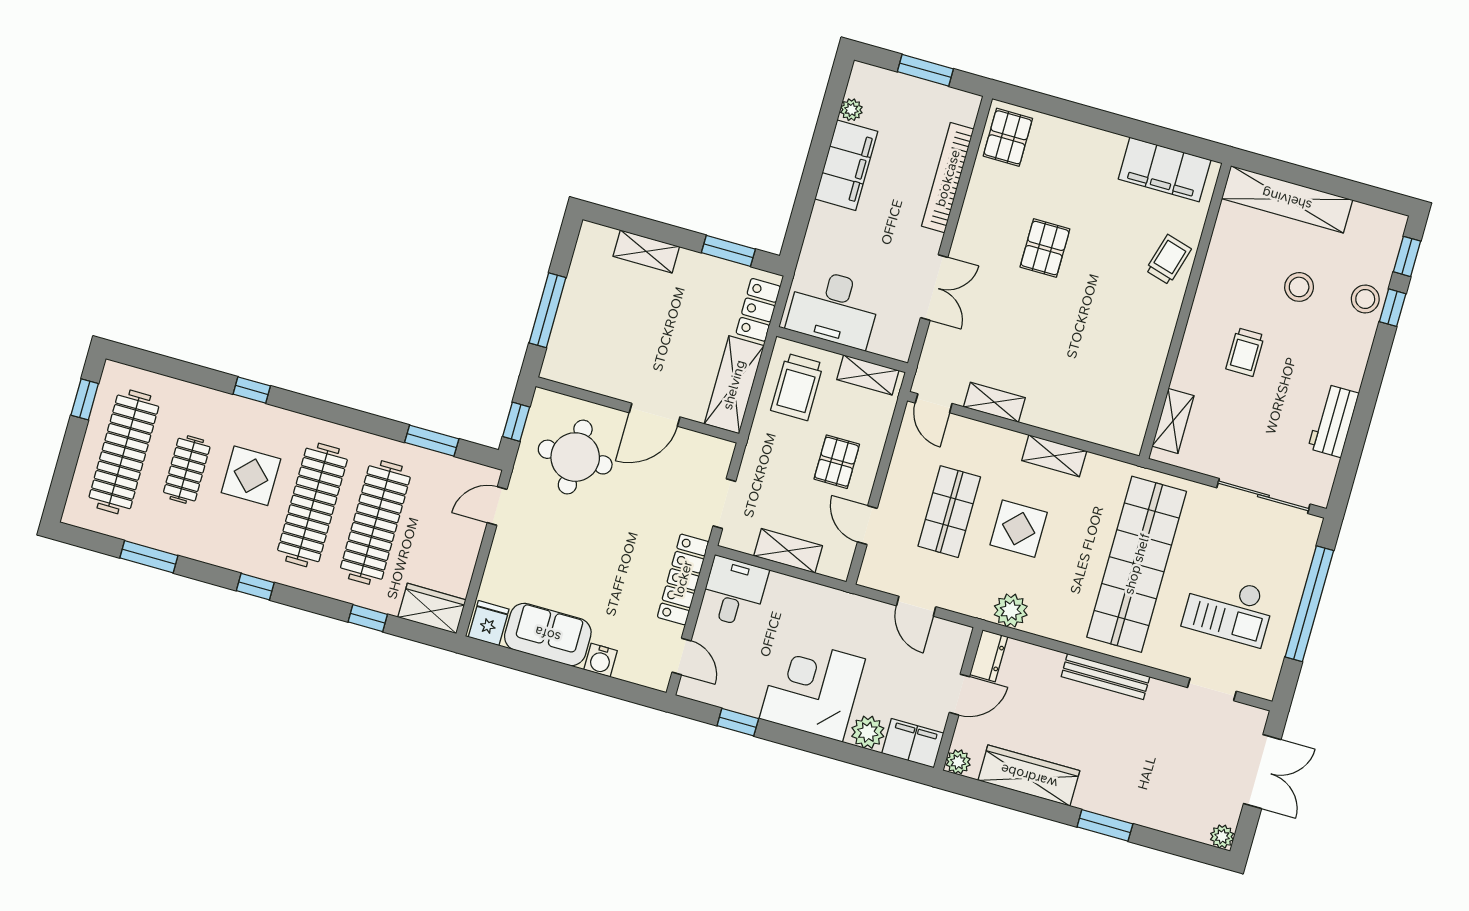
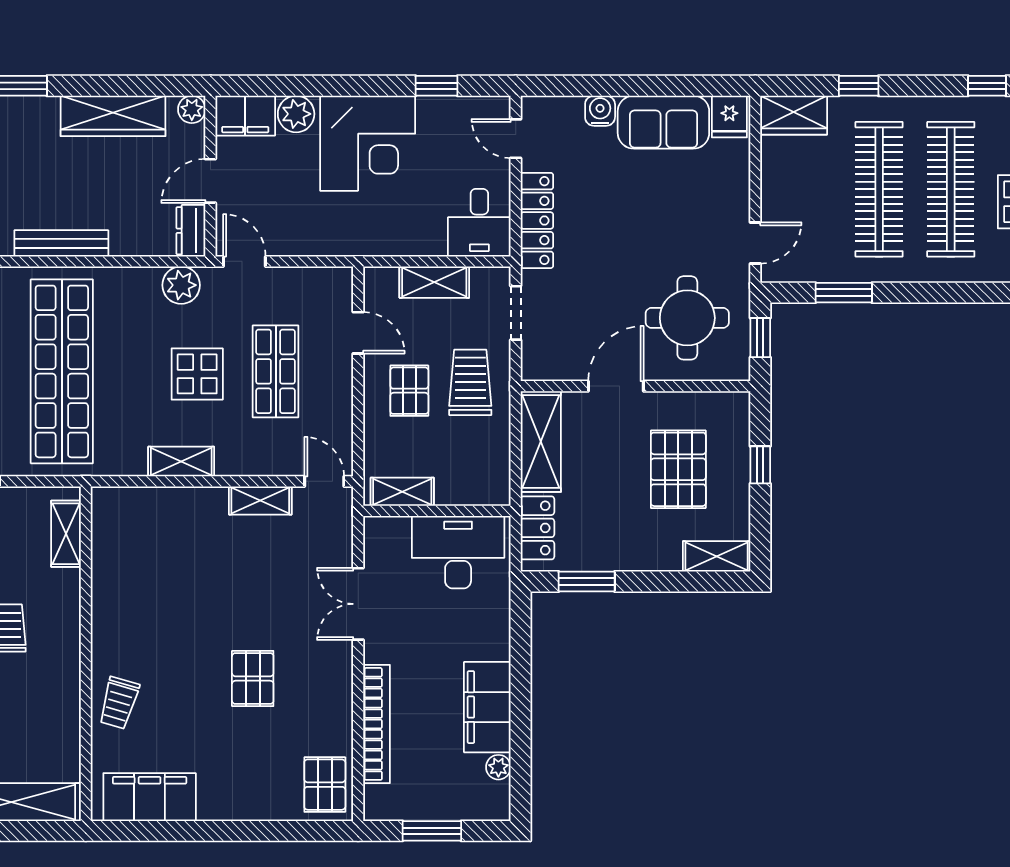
shelving: (646, 251) -> (717, 556), moved
window: (547, 310) -> (760, 465), width x0.46
pallet: (620, 327) -> (678, 469), added
trolley: (797, 387) -> (470, 382), moved
door: (916, 606) -> (244, 261), moved

